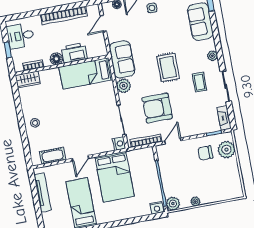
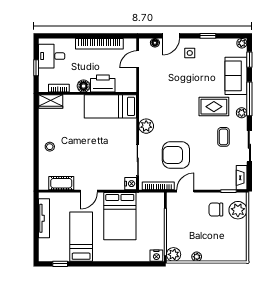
window: (217, 41) -> (249, 99), added
sofa: (122, 59) -> (150, 99), removed
rug: (168, 67) -> (214, 107), moved, turned 90

